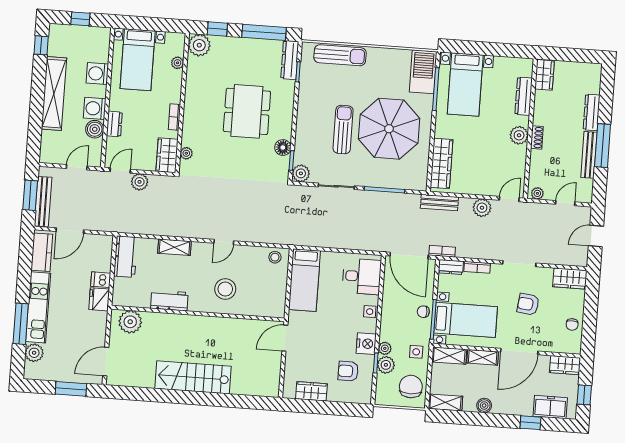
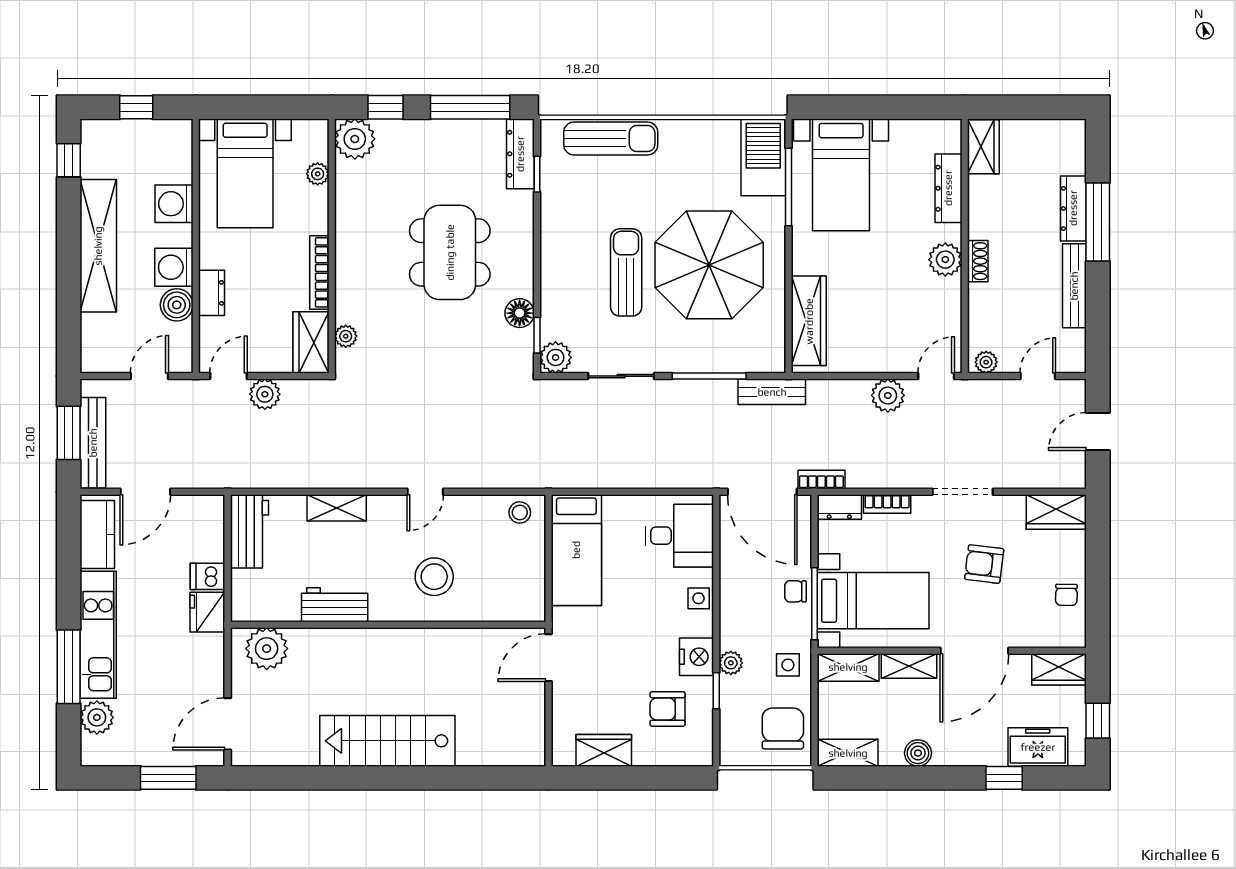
bookcase: (174, 117) -> (319, 272), width x1.56
window: (603, 146) -> (1098, 222), moved
bench: (439, 203) -> (772, 392), moved
plant: (386, 365) -> (735, 693), removed

